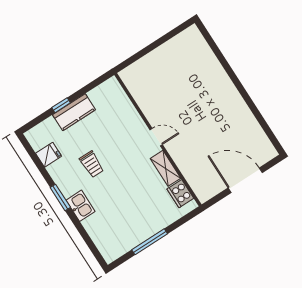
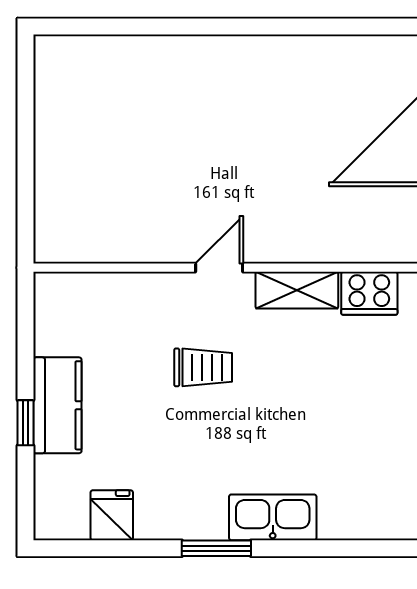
trolley: (92, 164) -> (203, 367), moved
kitchen sink: (80, 206) -> (273, 517), width x1.38

